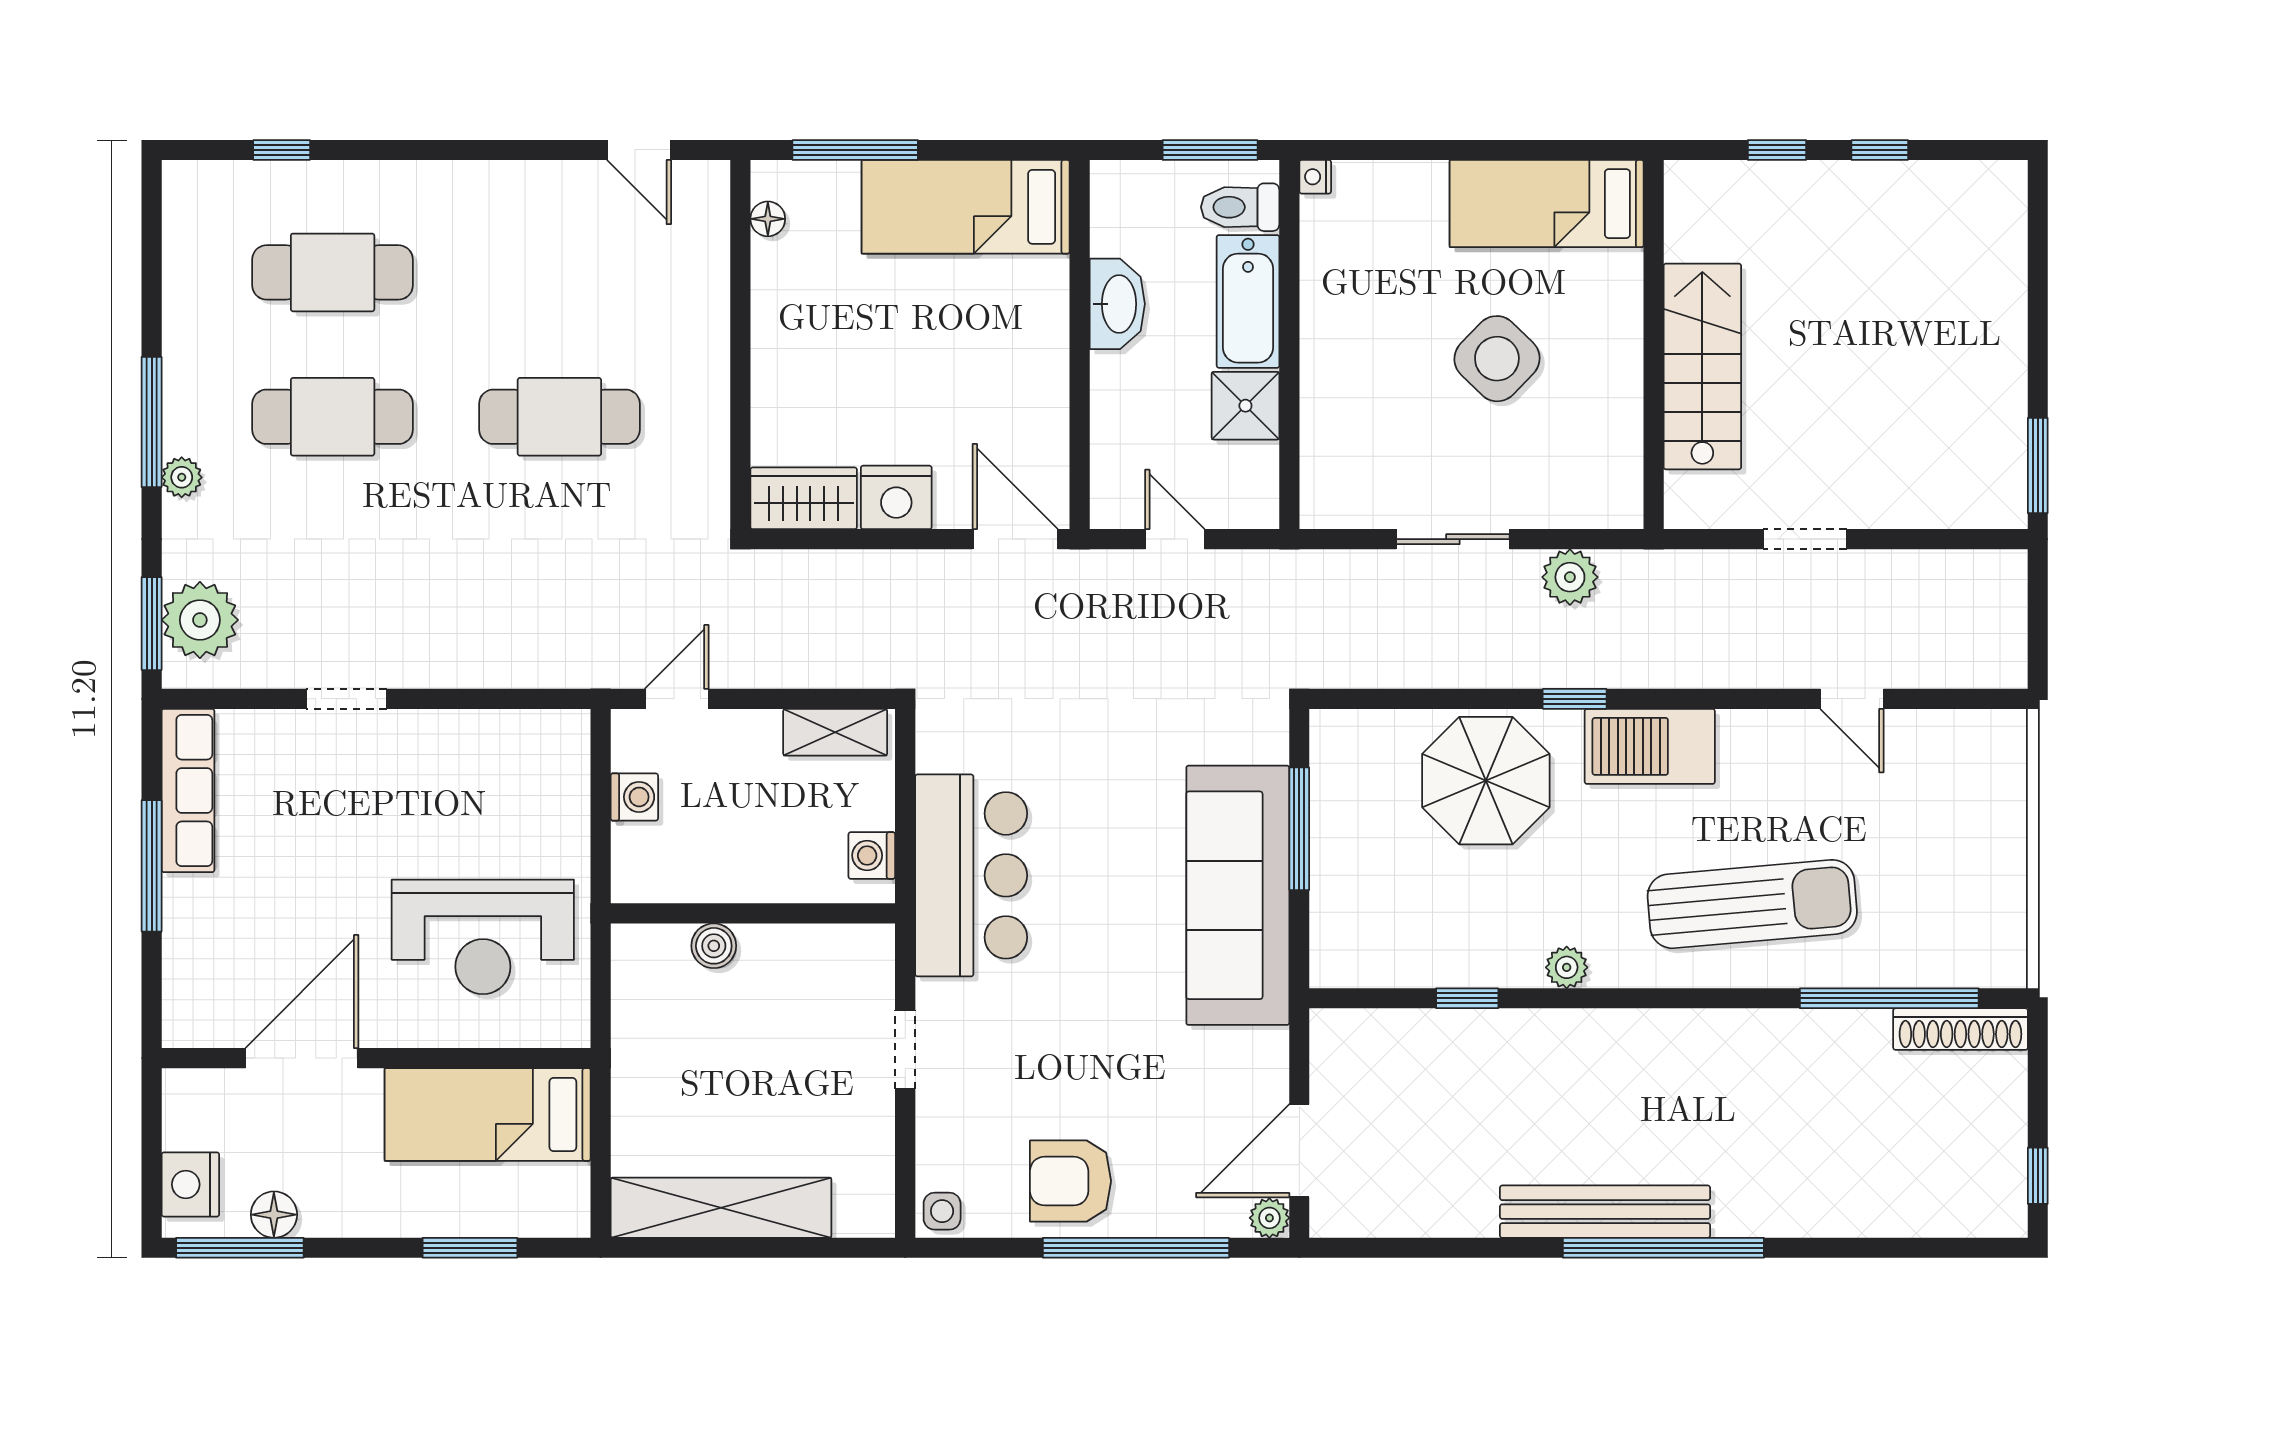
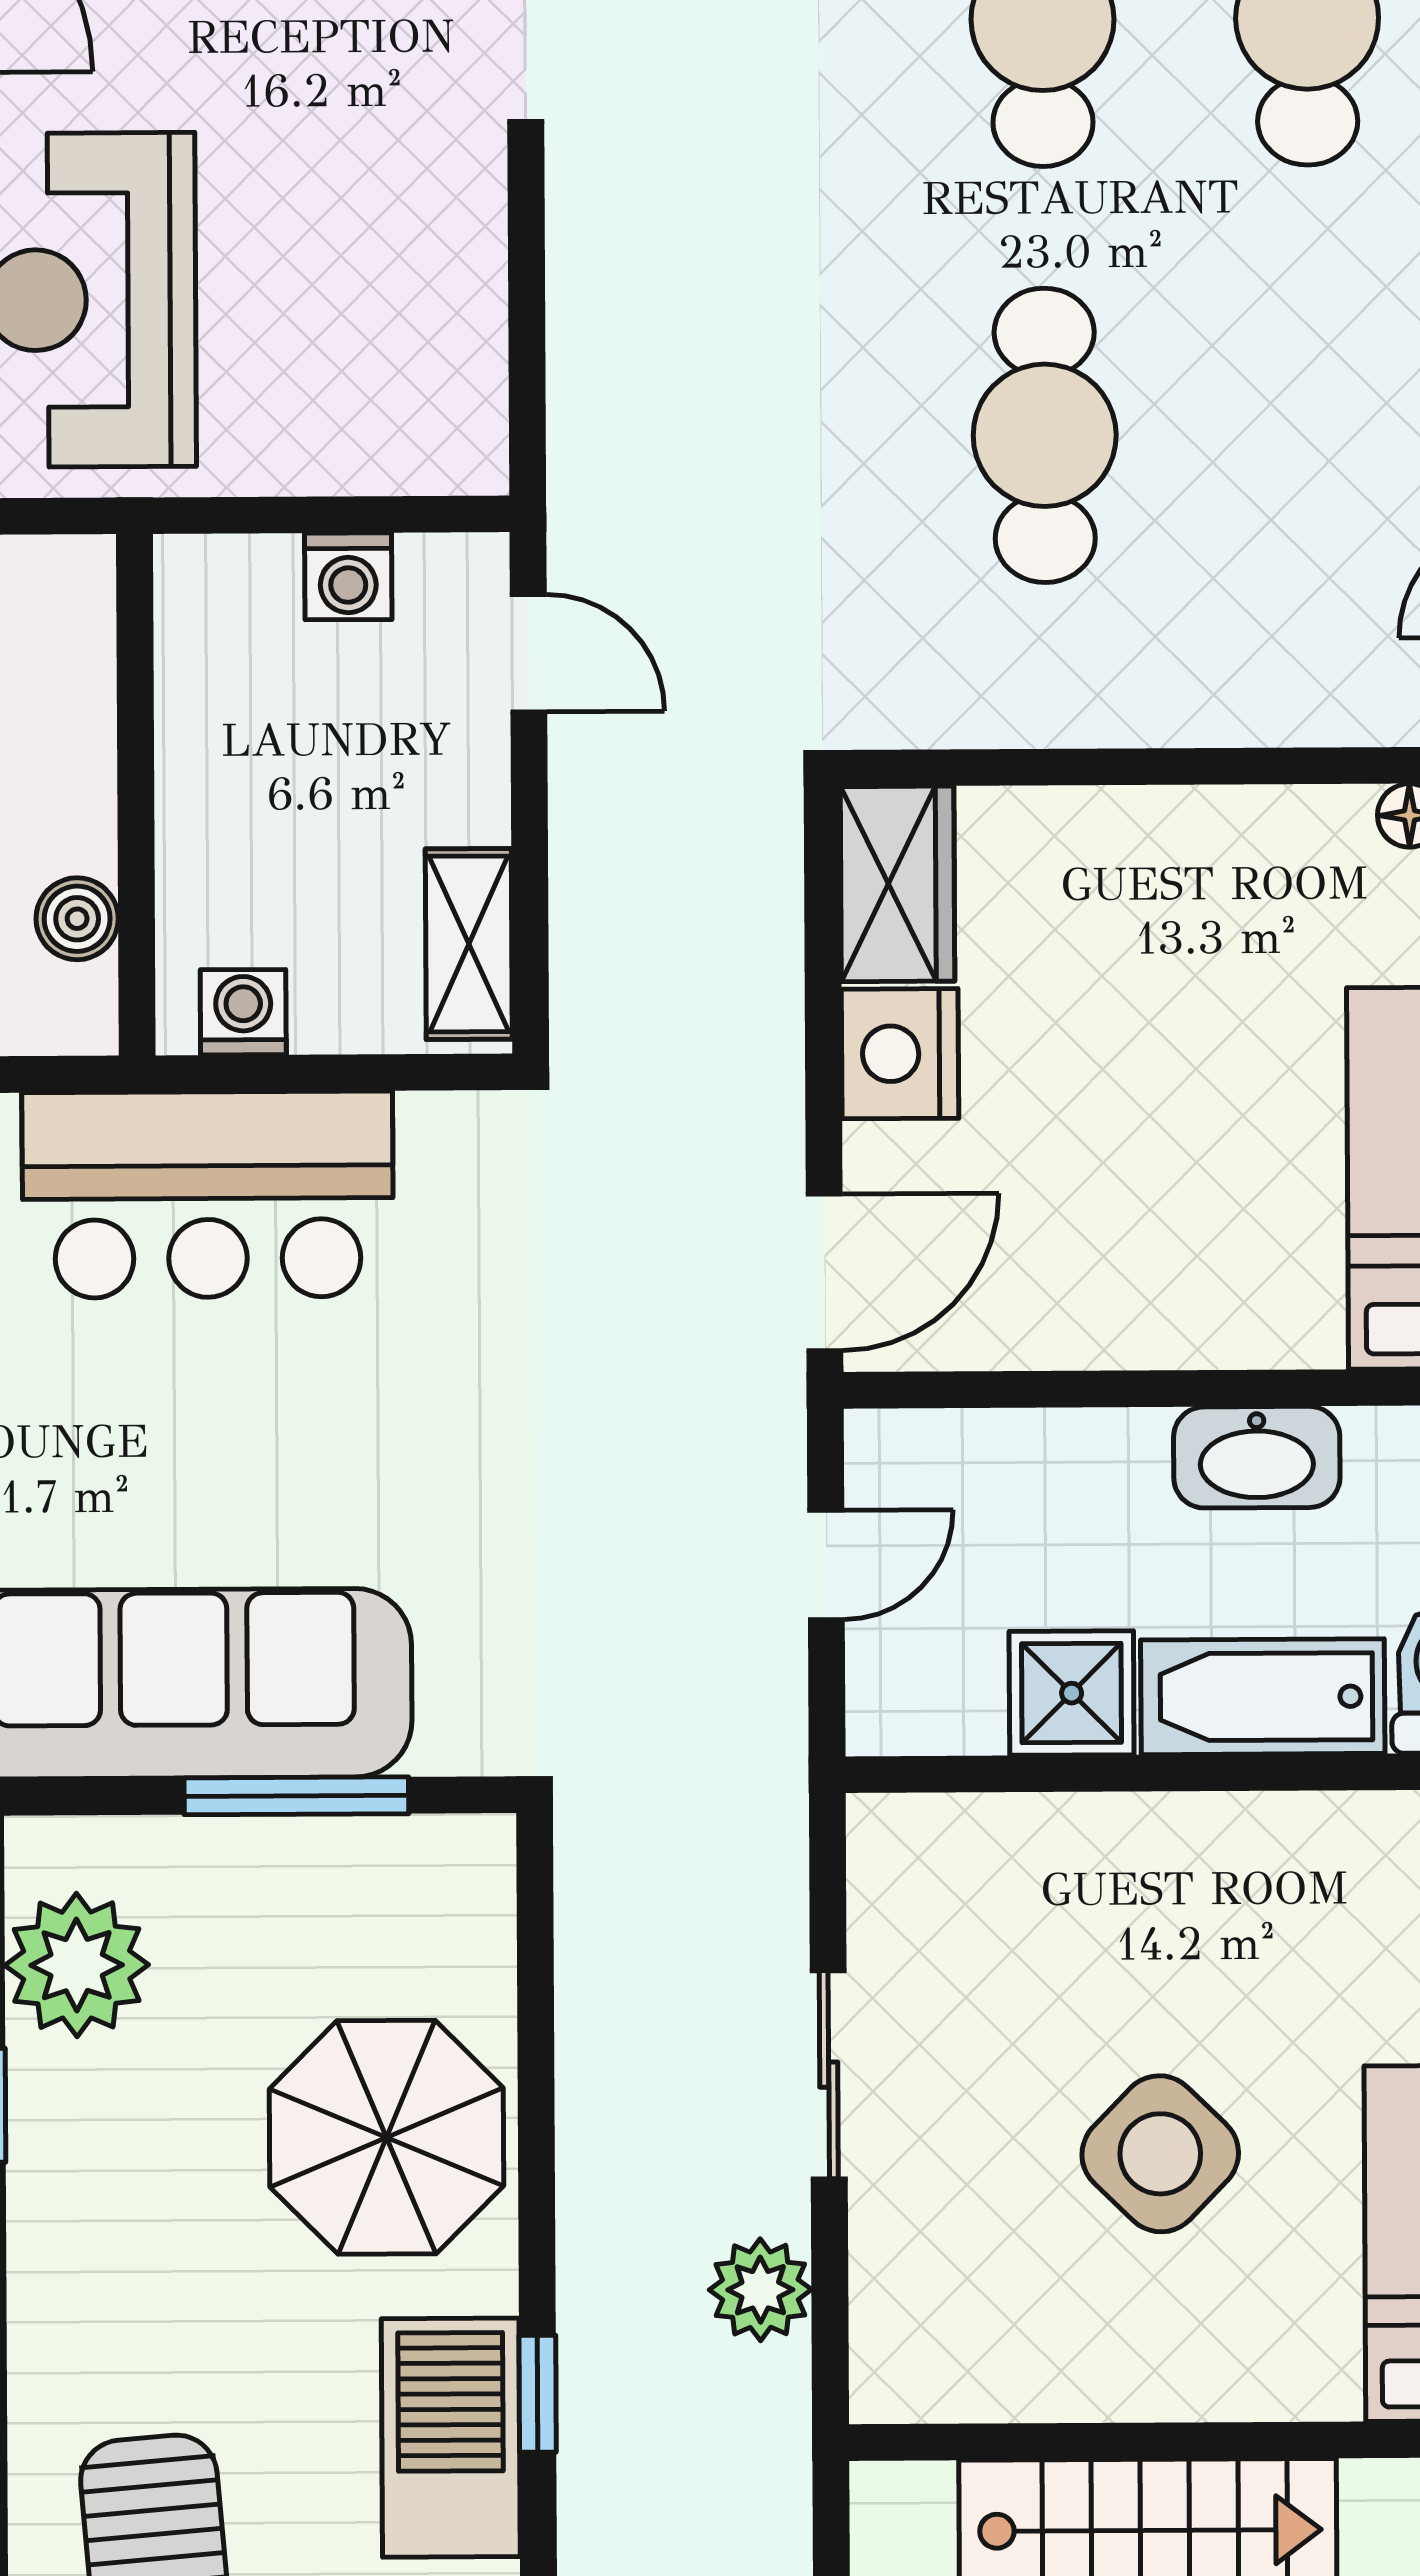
window: (1575, 699) -> (538, 2394), moved
boiler: (714, 946) -> (77, 919), moved
plant: (1567, 967) -> (77, 1965), moved, width x1.88, depth x1.88

